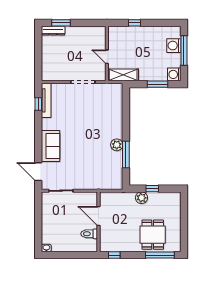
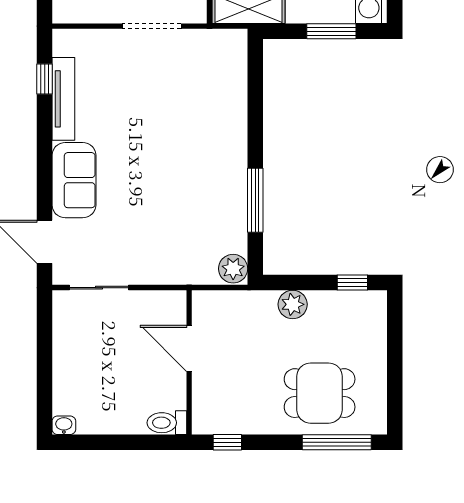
tv unit: (46, 100) -> (63, 99), moved
plant: (117, 145) -> (233, 269), moved
window: (152, 189) -> (352, 282), moved
toilet: (89, 234) -> (167, 423), moved
dining table: (153, 235) -> (320, 393), turned 90

